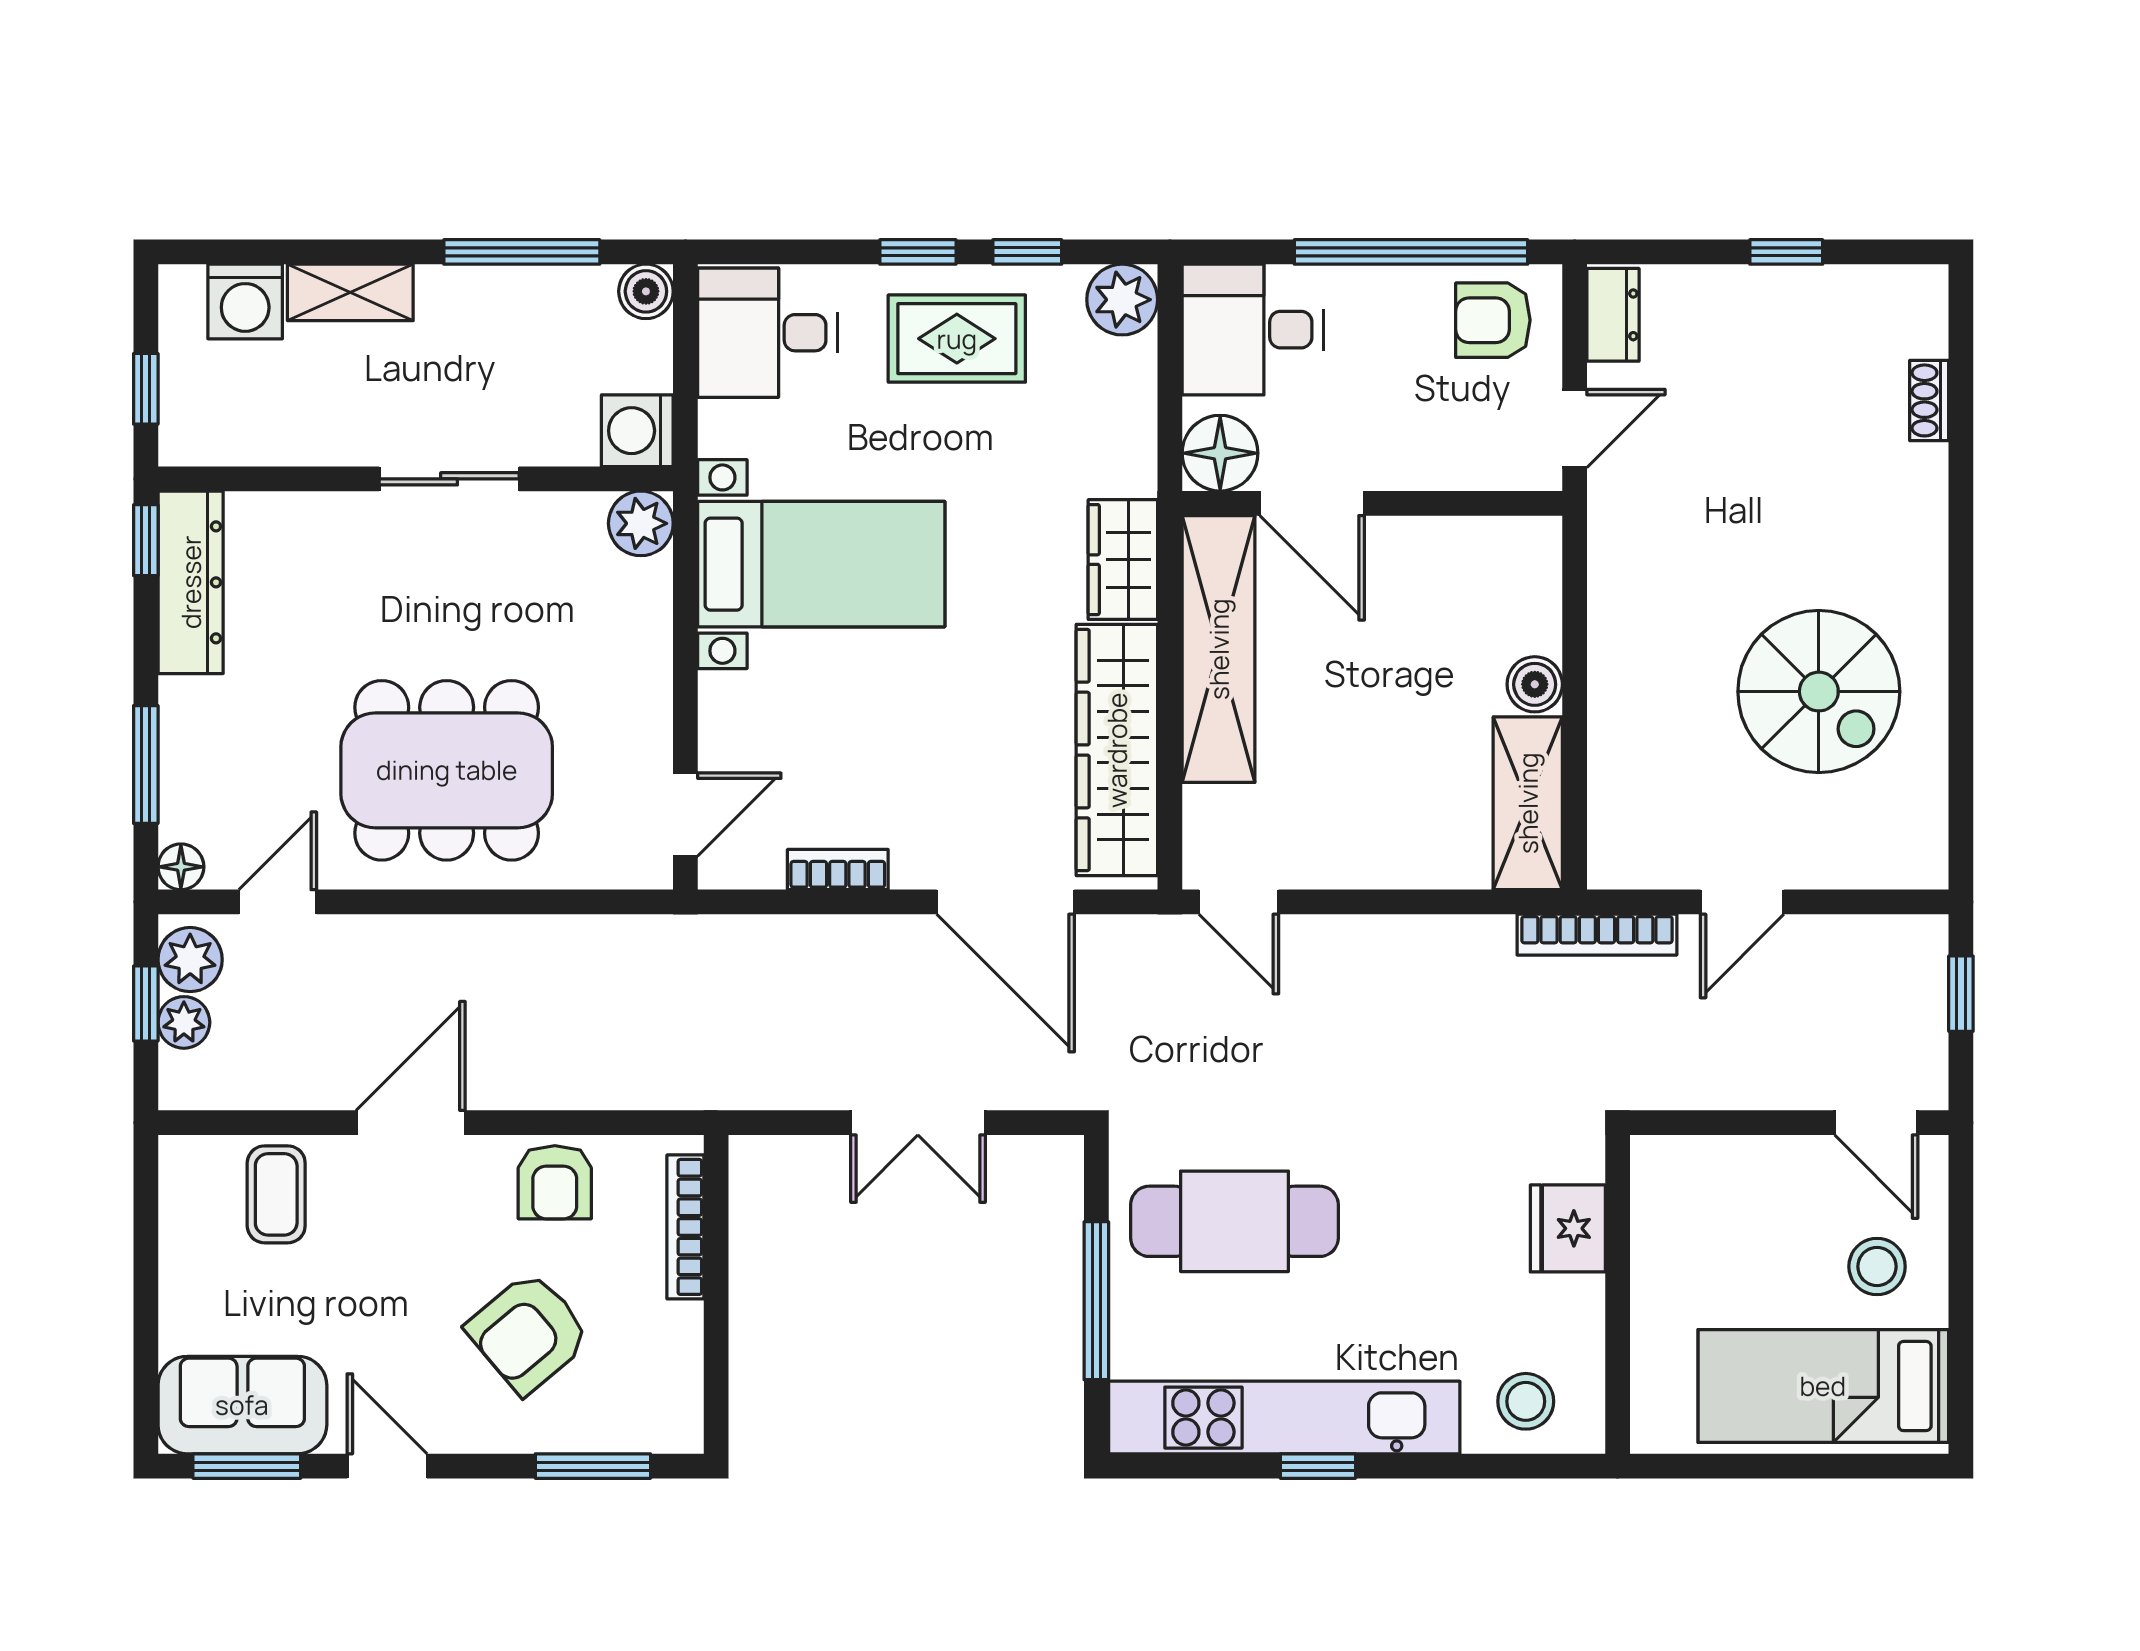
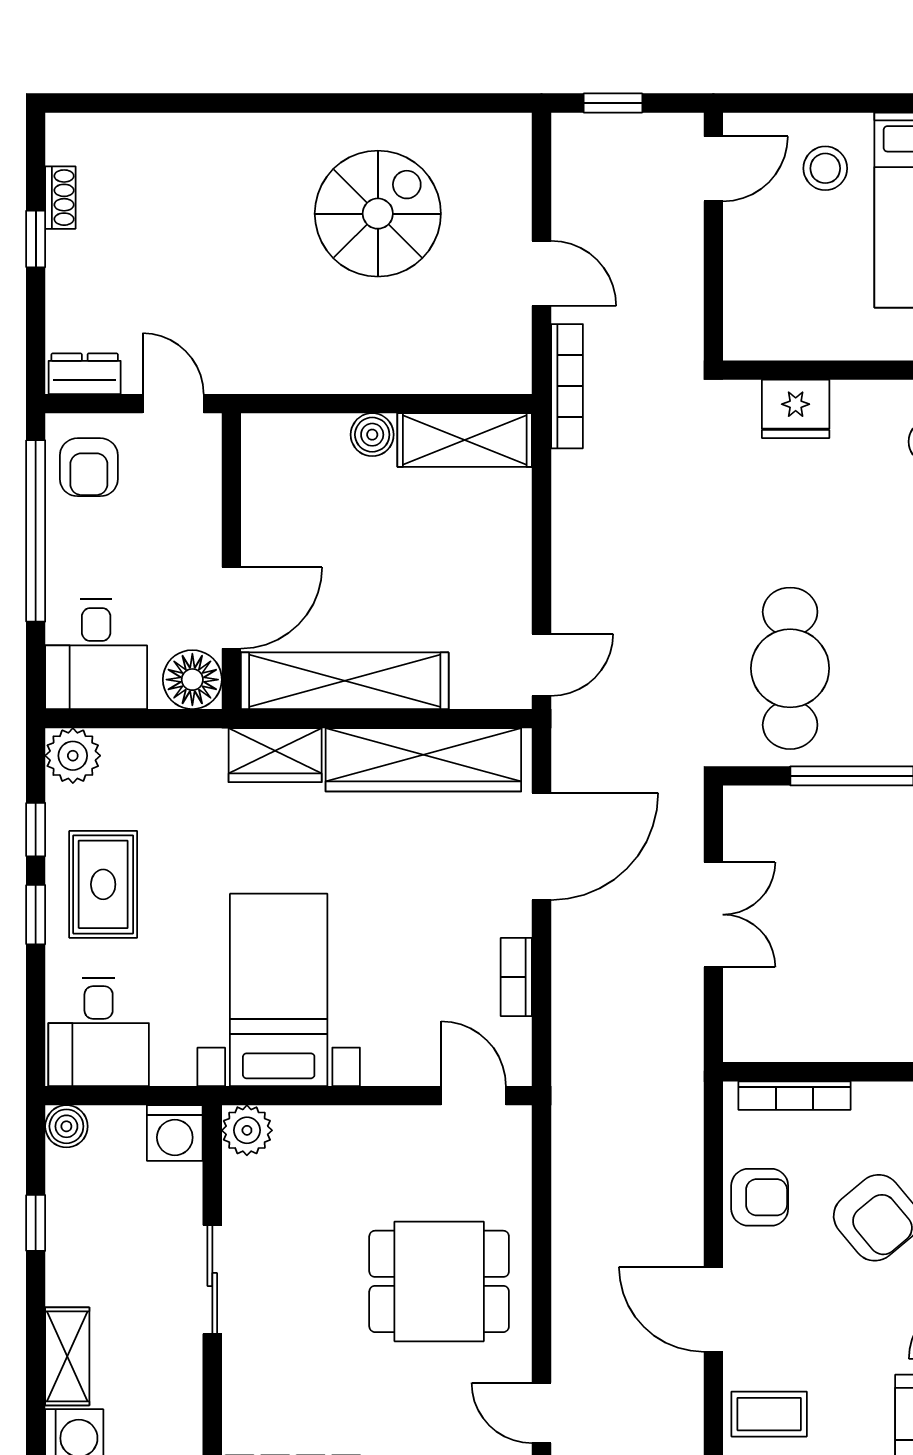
window: (522, 252) -> (36, 1223), width x0.46
shoe rack: (1929, 400) -> (60, 198), moved, turned -90
dining table: (447, 770) -> (439, 1281), width x0.73

